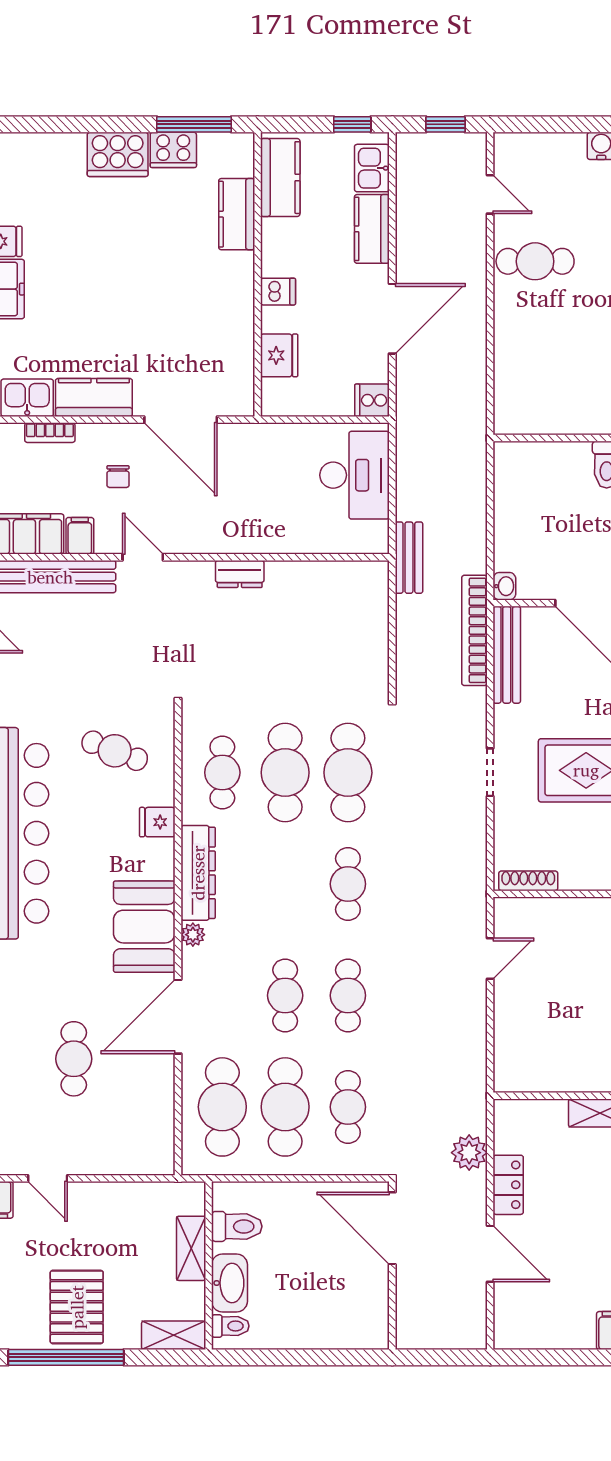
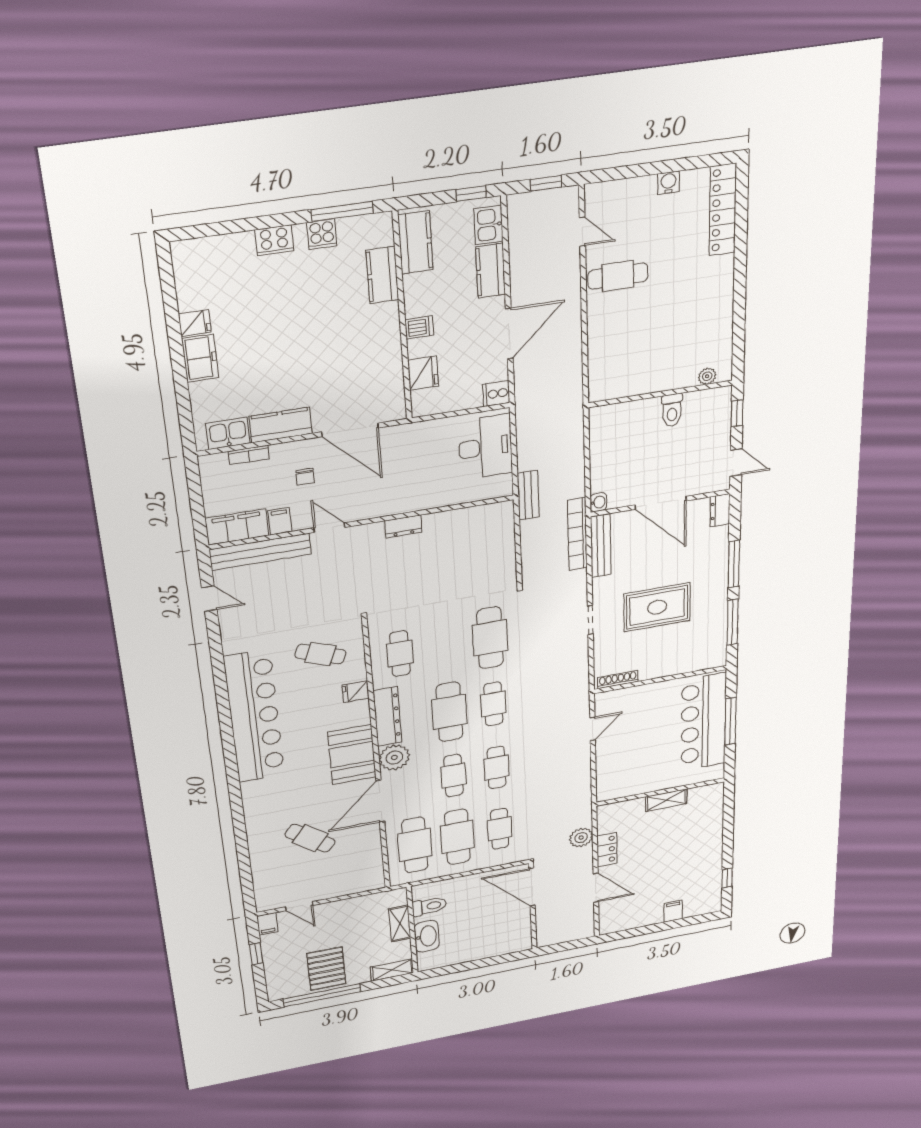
cooker: (173, 150) -> (322, 234), width x0.73
cooker: (118, 154) -> (274, 240), width x0.73, depth x0.76
cafe table: (285, 773) -> (449, 712), moved
plant: (193, 935) -> (394, 757), width x1.88, depth x1.88
cafe table: (74, 1059) -> (310, 838), turned -52
toilet: (230, 1326) -> (429, 958), removed

